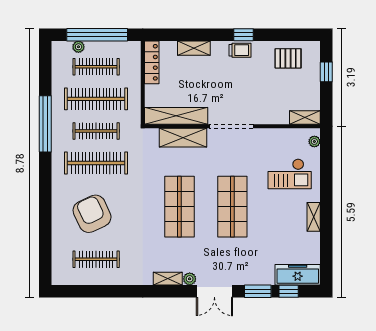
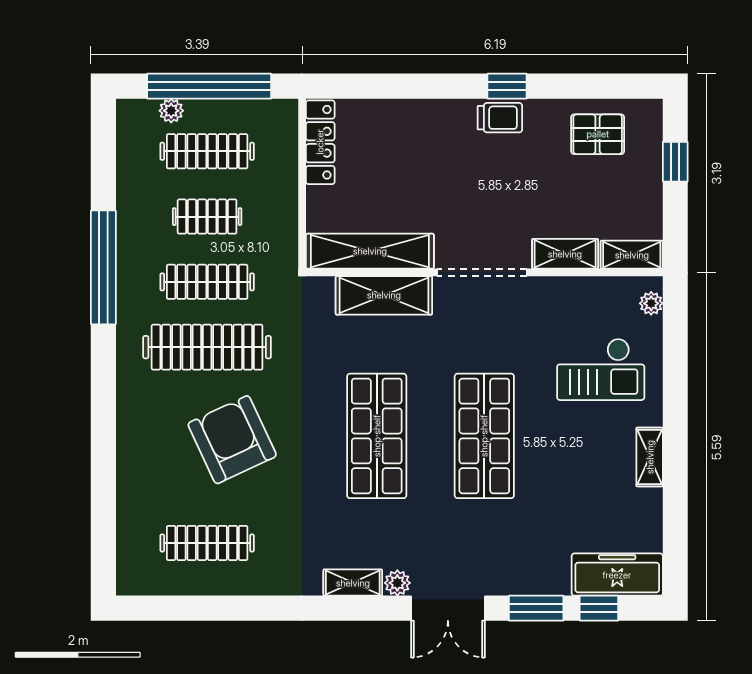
shelving: (194, 48) -> (565, 254), moved
clothes rail: (96, 99) -> (207, 217), width x0.54, depth x0.76
armchair: (92, 214) -> (232, 440), moved

